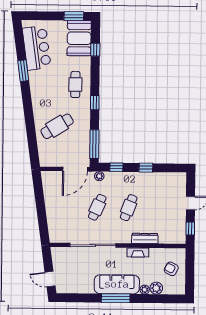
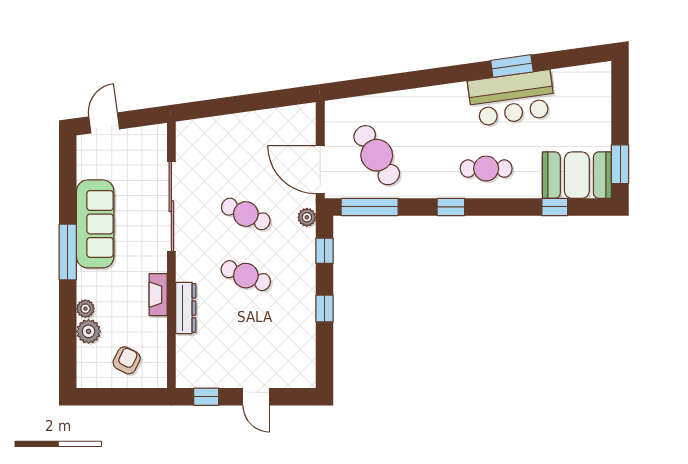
bar counter: (37, 48) -> (512, 98), moved
cafe table: (57, 126) -> (377, 155), moved
sofa: (117, 284) -> (95, 224), moved

